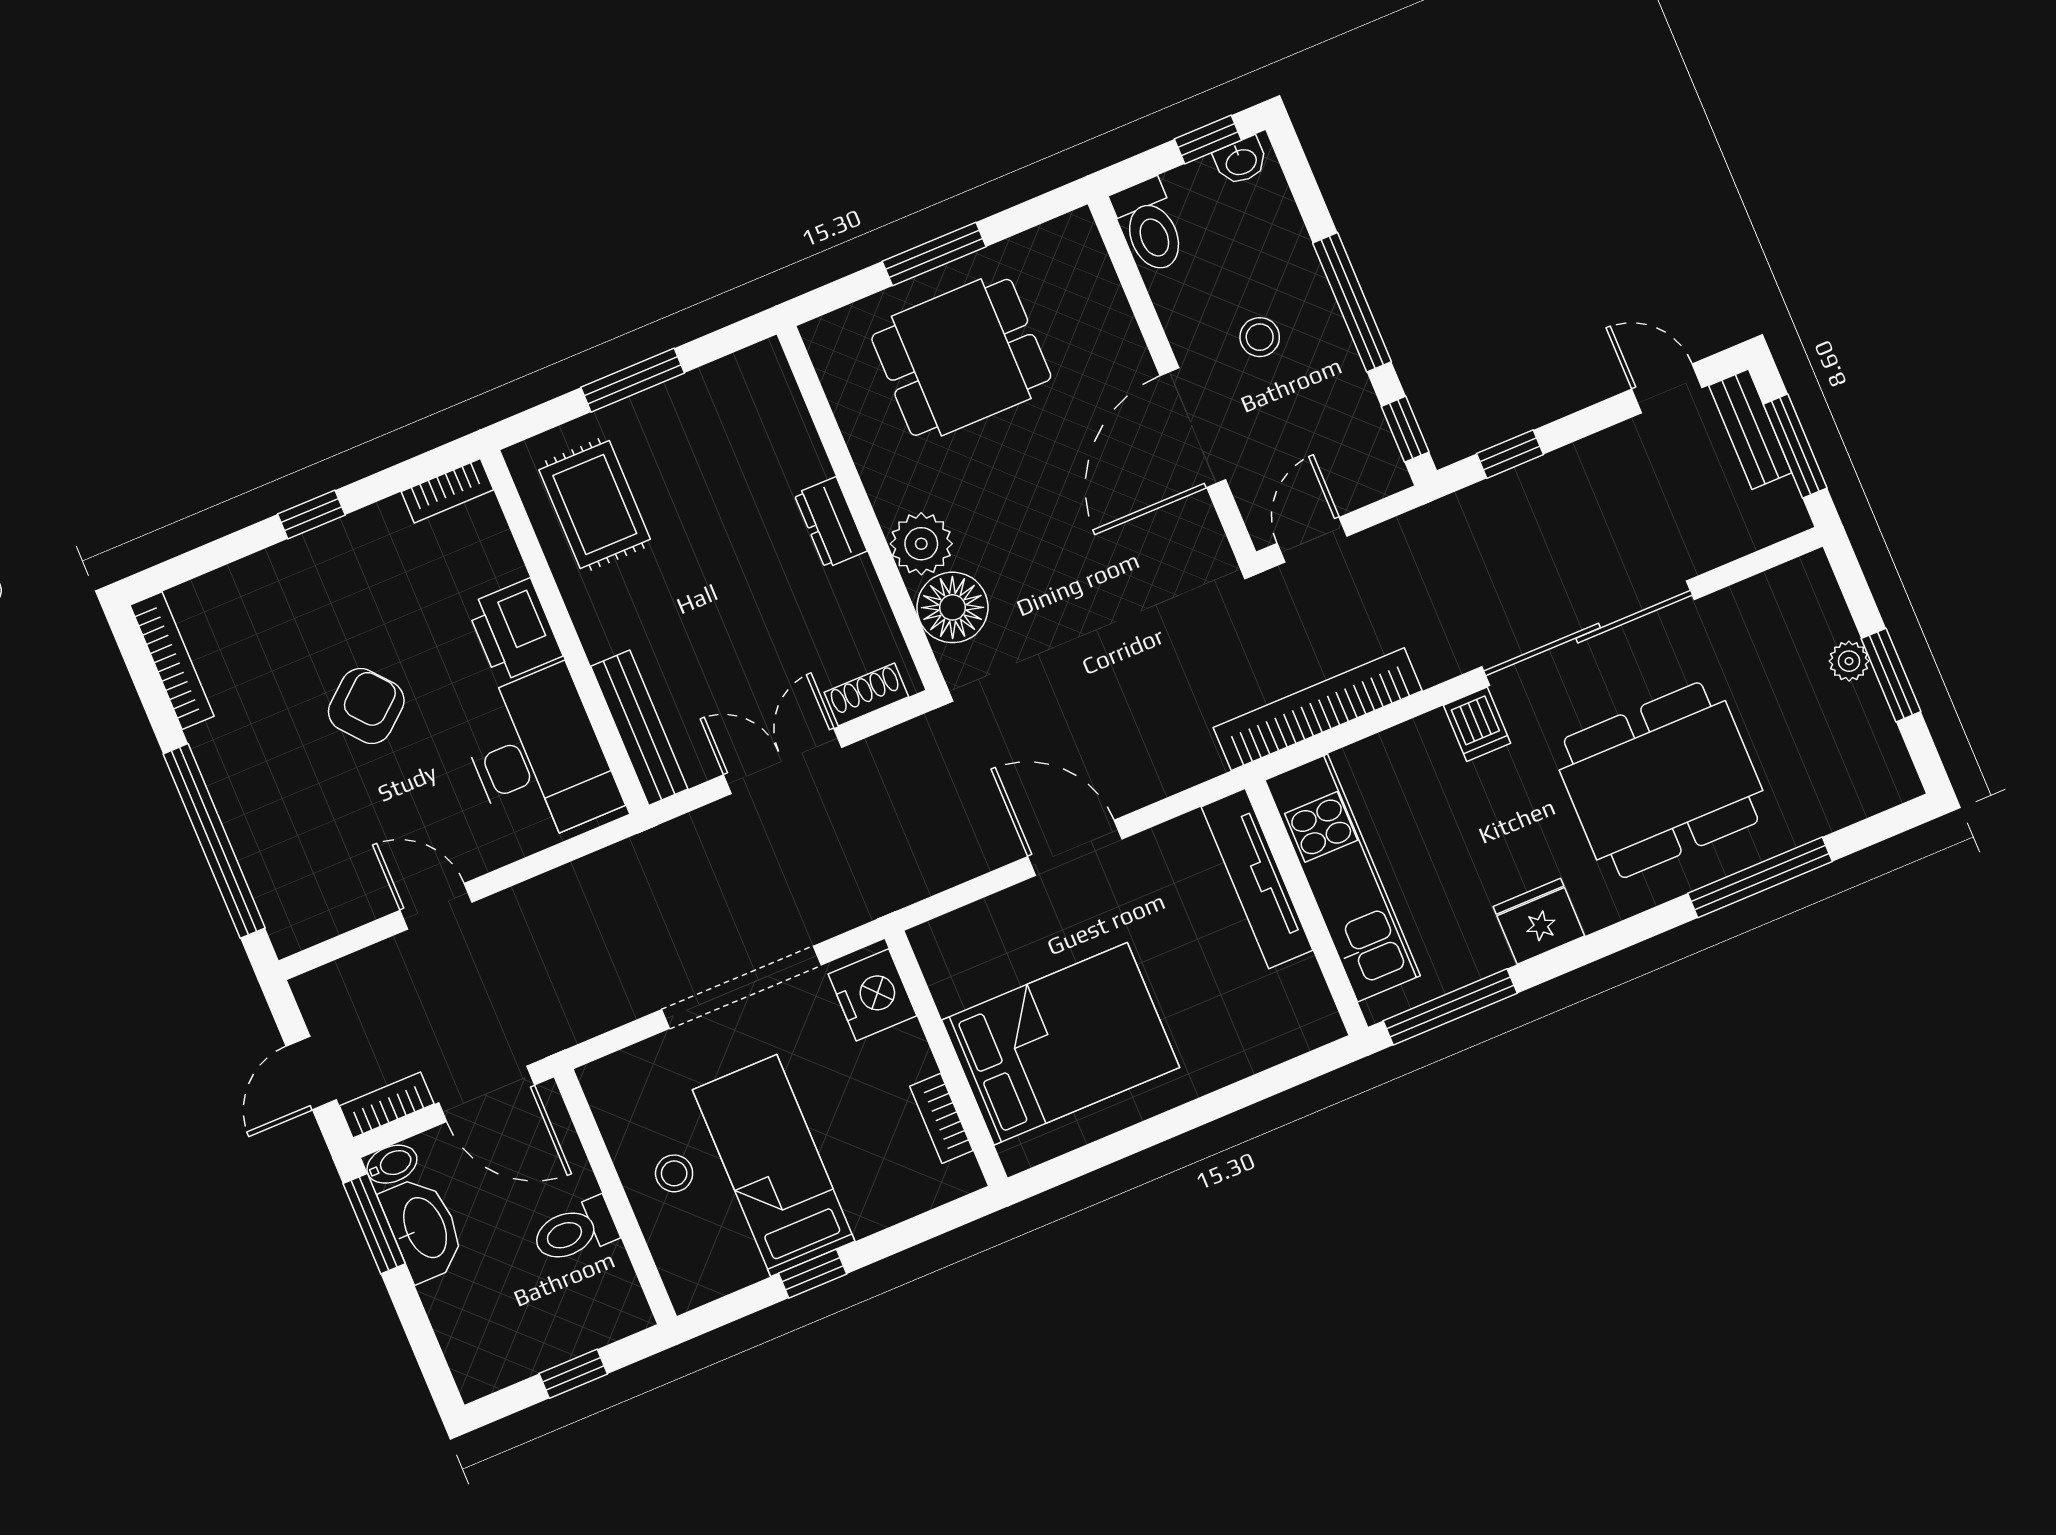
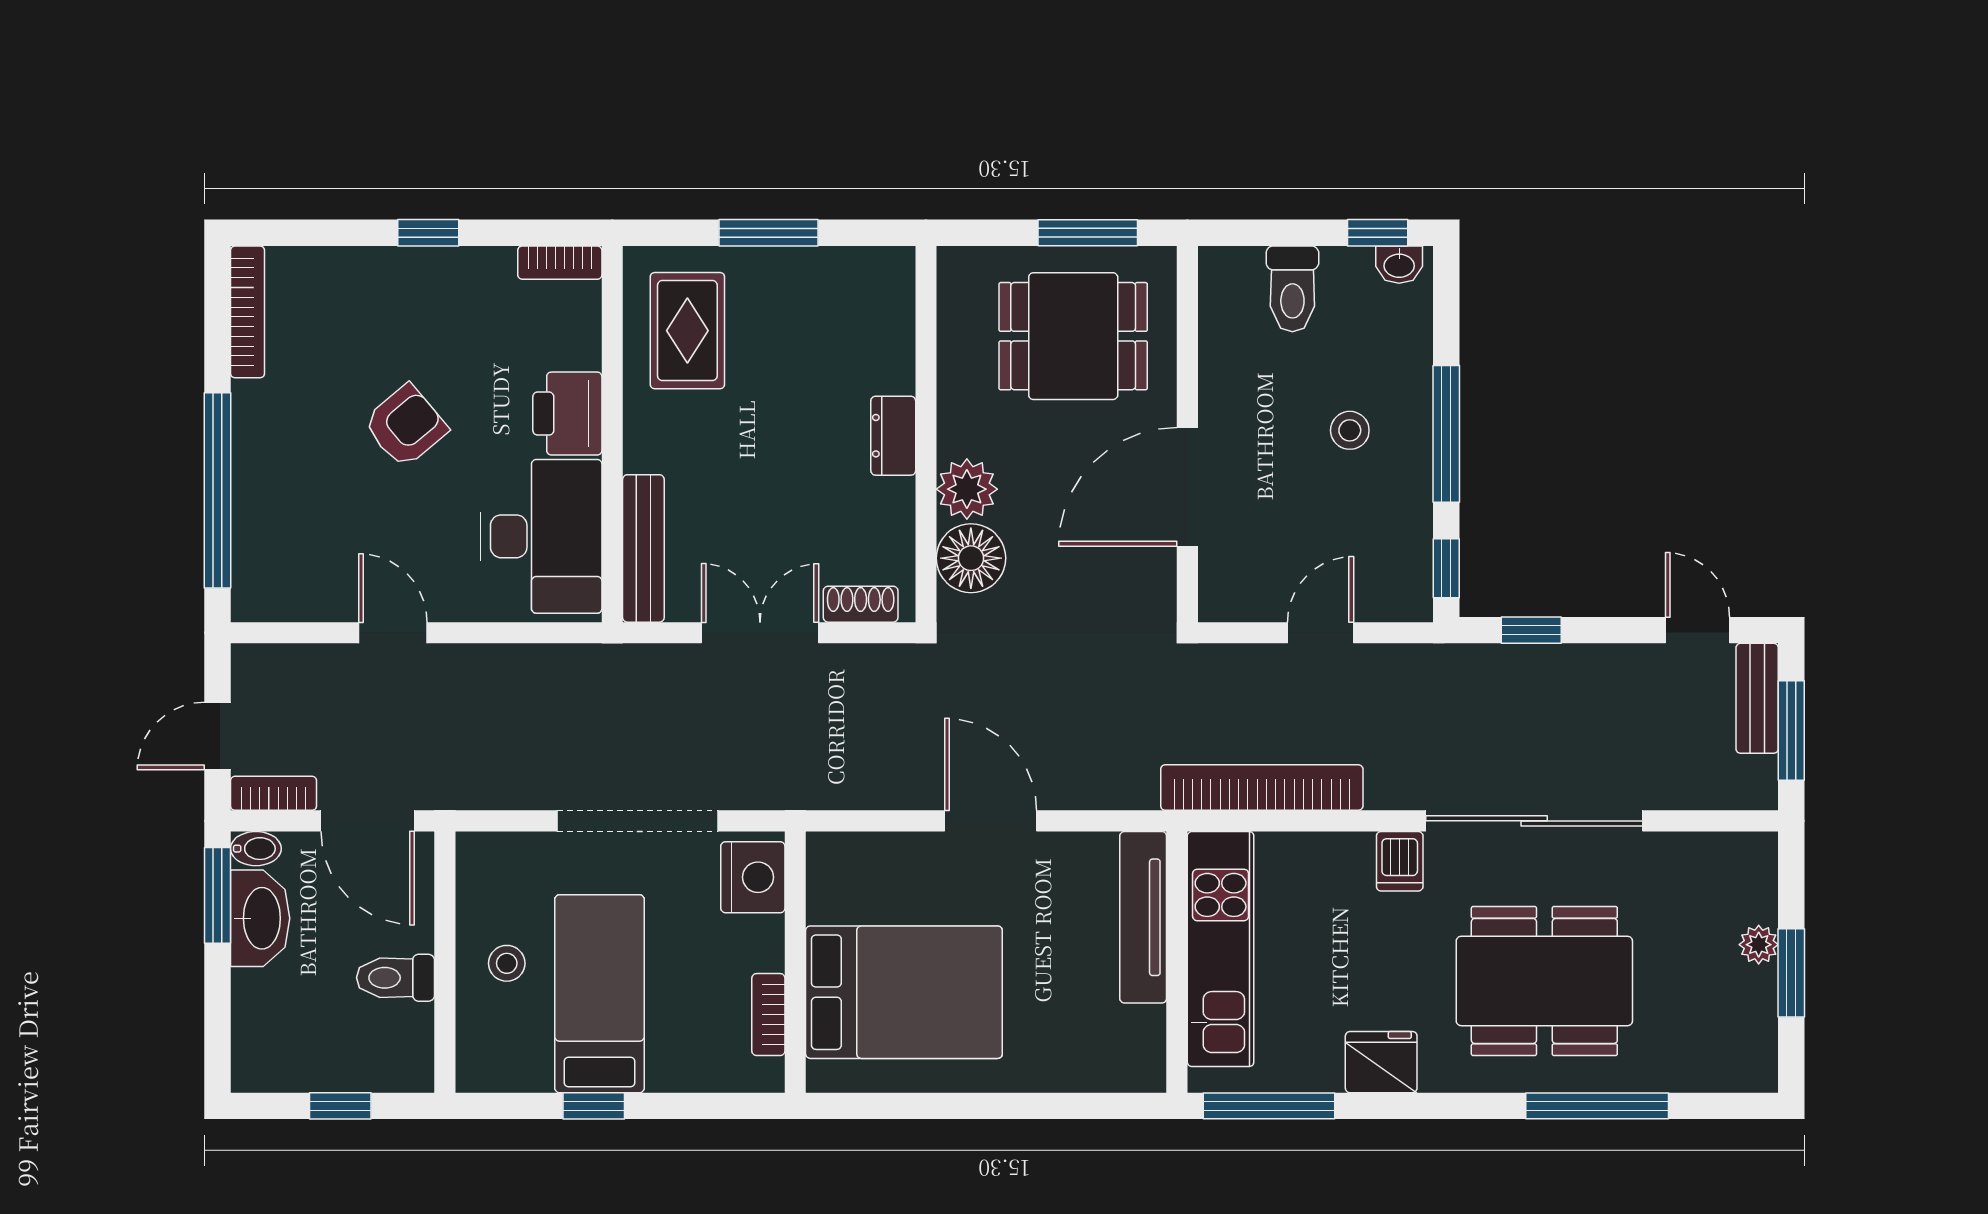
wall: (1172, 378) -> (1187, 434), moved
door: (1193, 428) -> (1187, 487), moved

